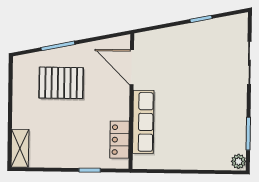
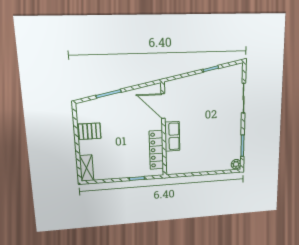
pallet: (61, 83) -> (90, 131), moved, width x0.67, depth x0.71
row of seats: (143, 122) -> (172, 136), width x0.68
locker: (120, 140) -> (156, 150), width x1.53

